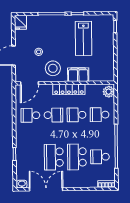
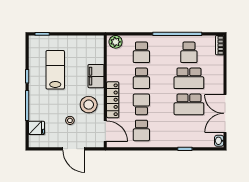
fridge: (20, 22) -> (37, 128), moved
lab bench: (83, 38) -> (55, 70), turned -90
locker: (69, 90) -> (113, 100), moved

